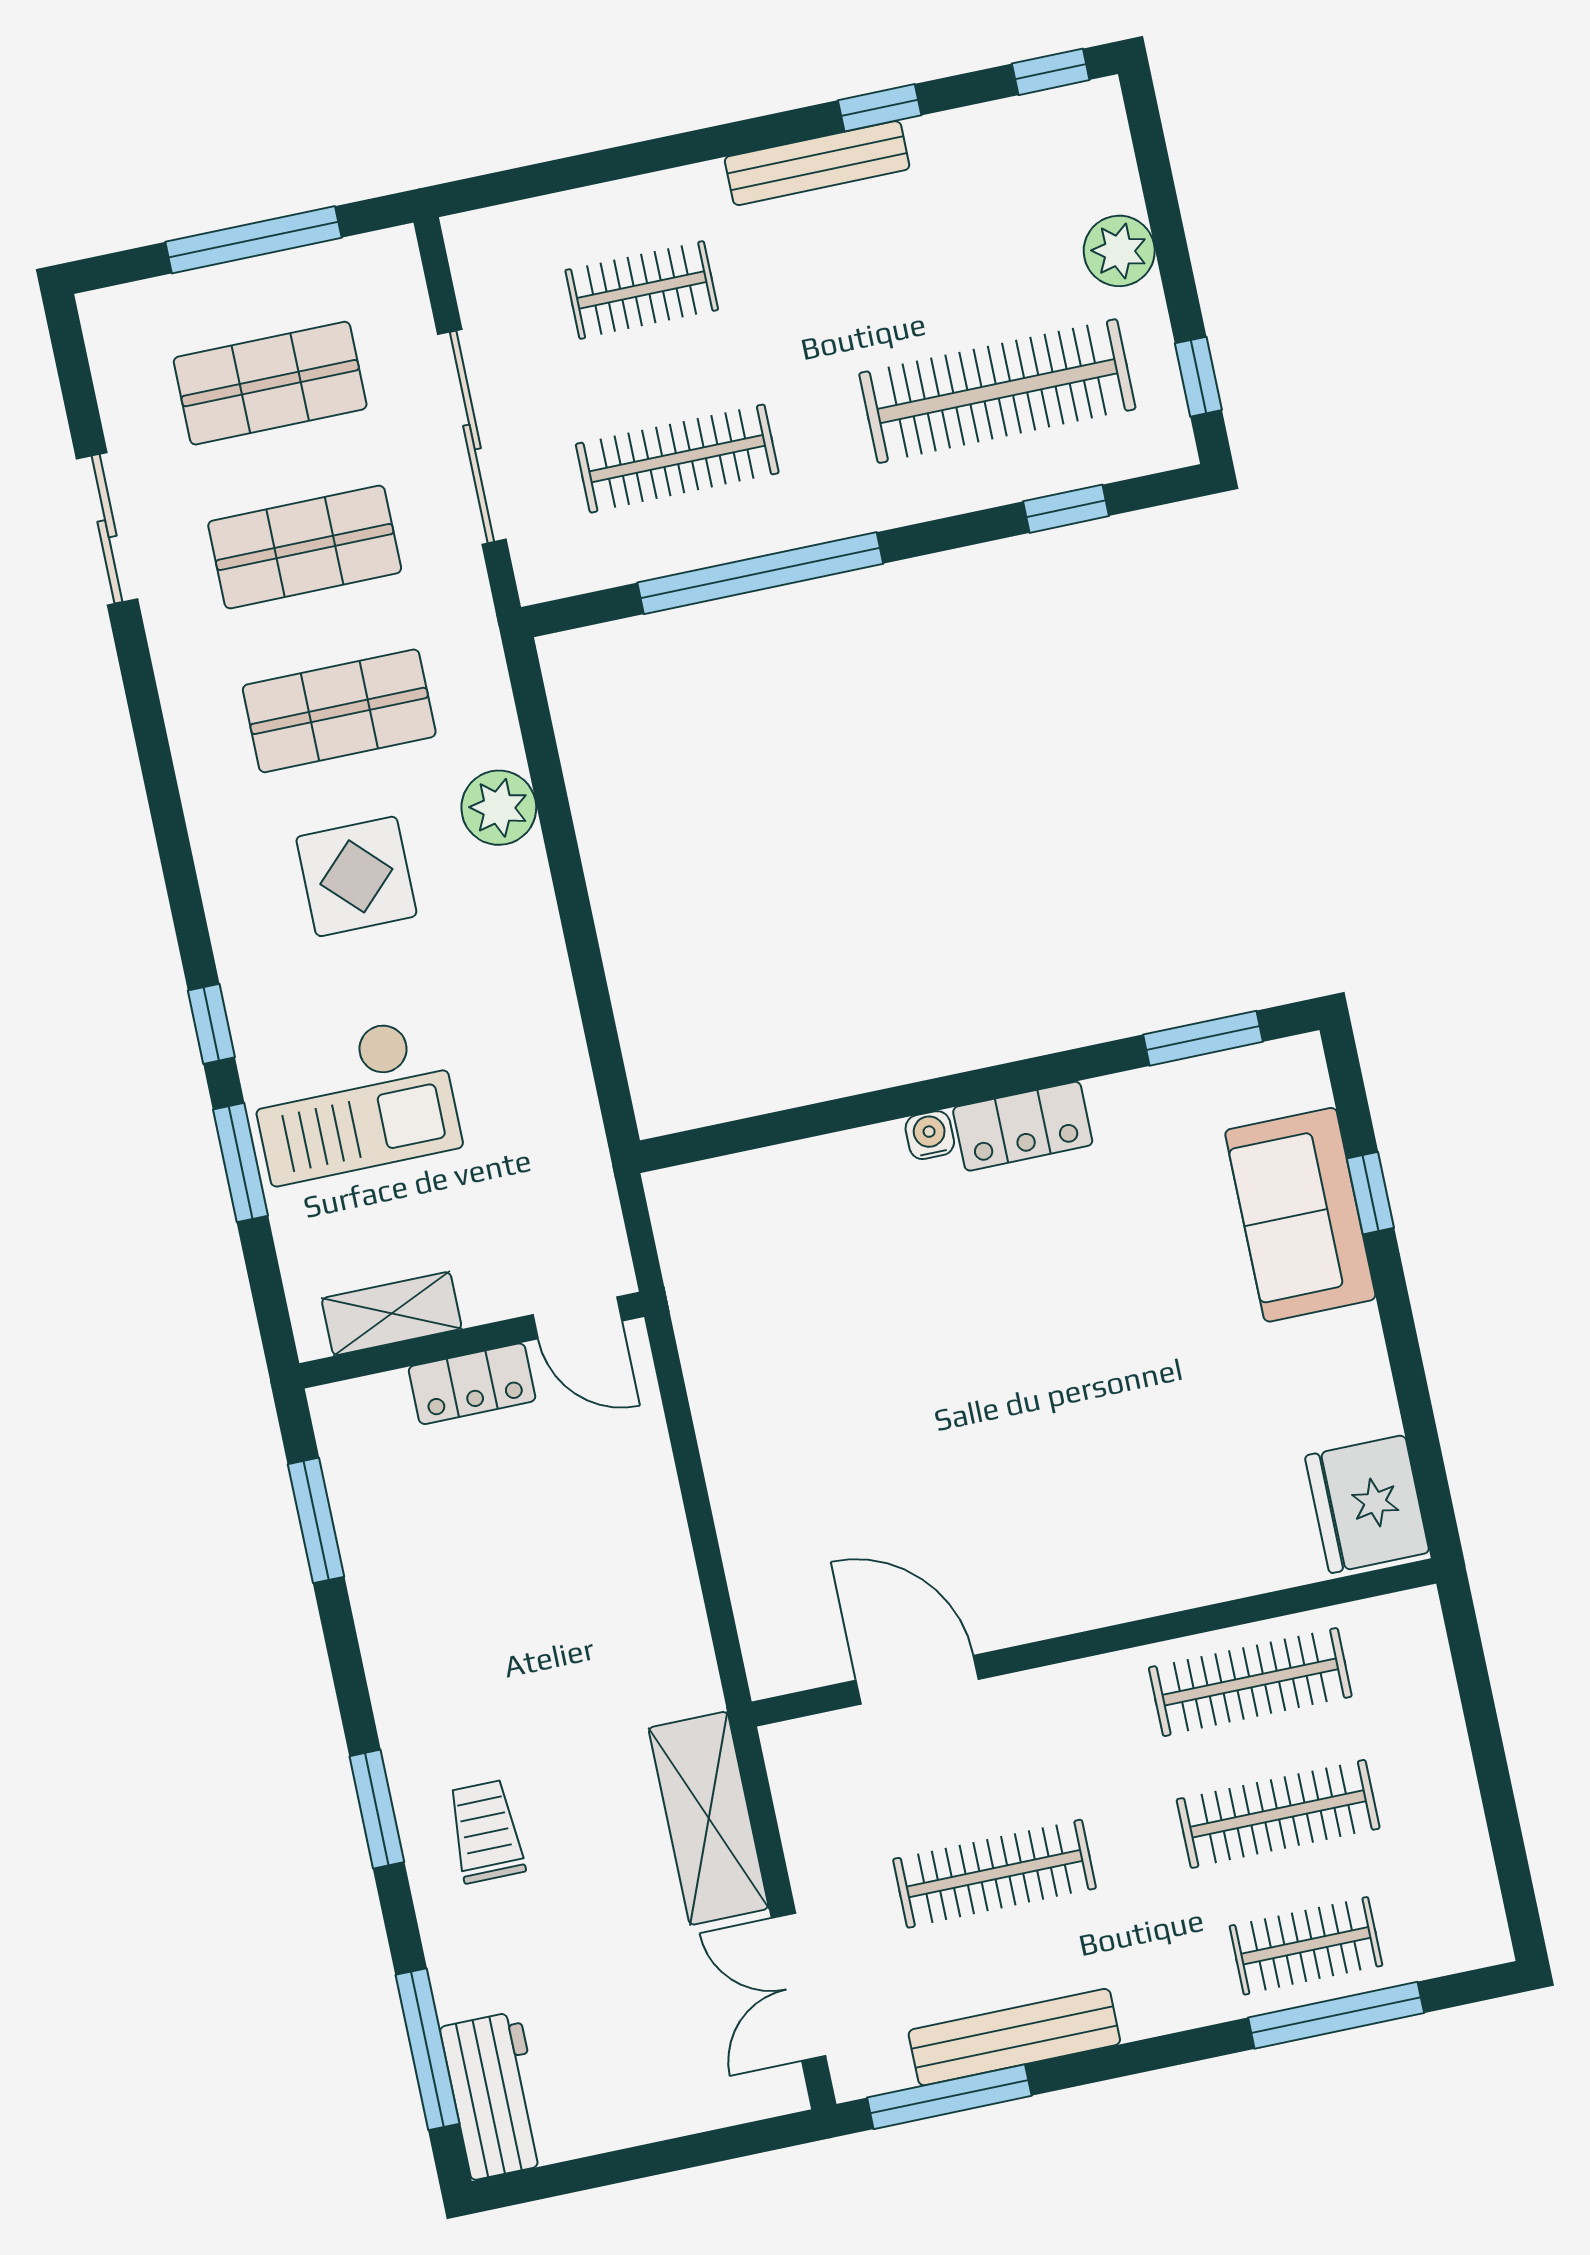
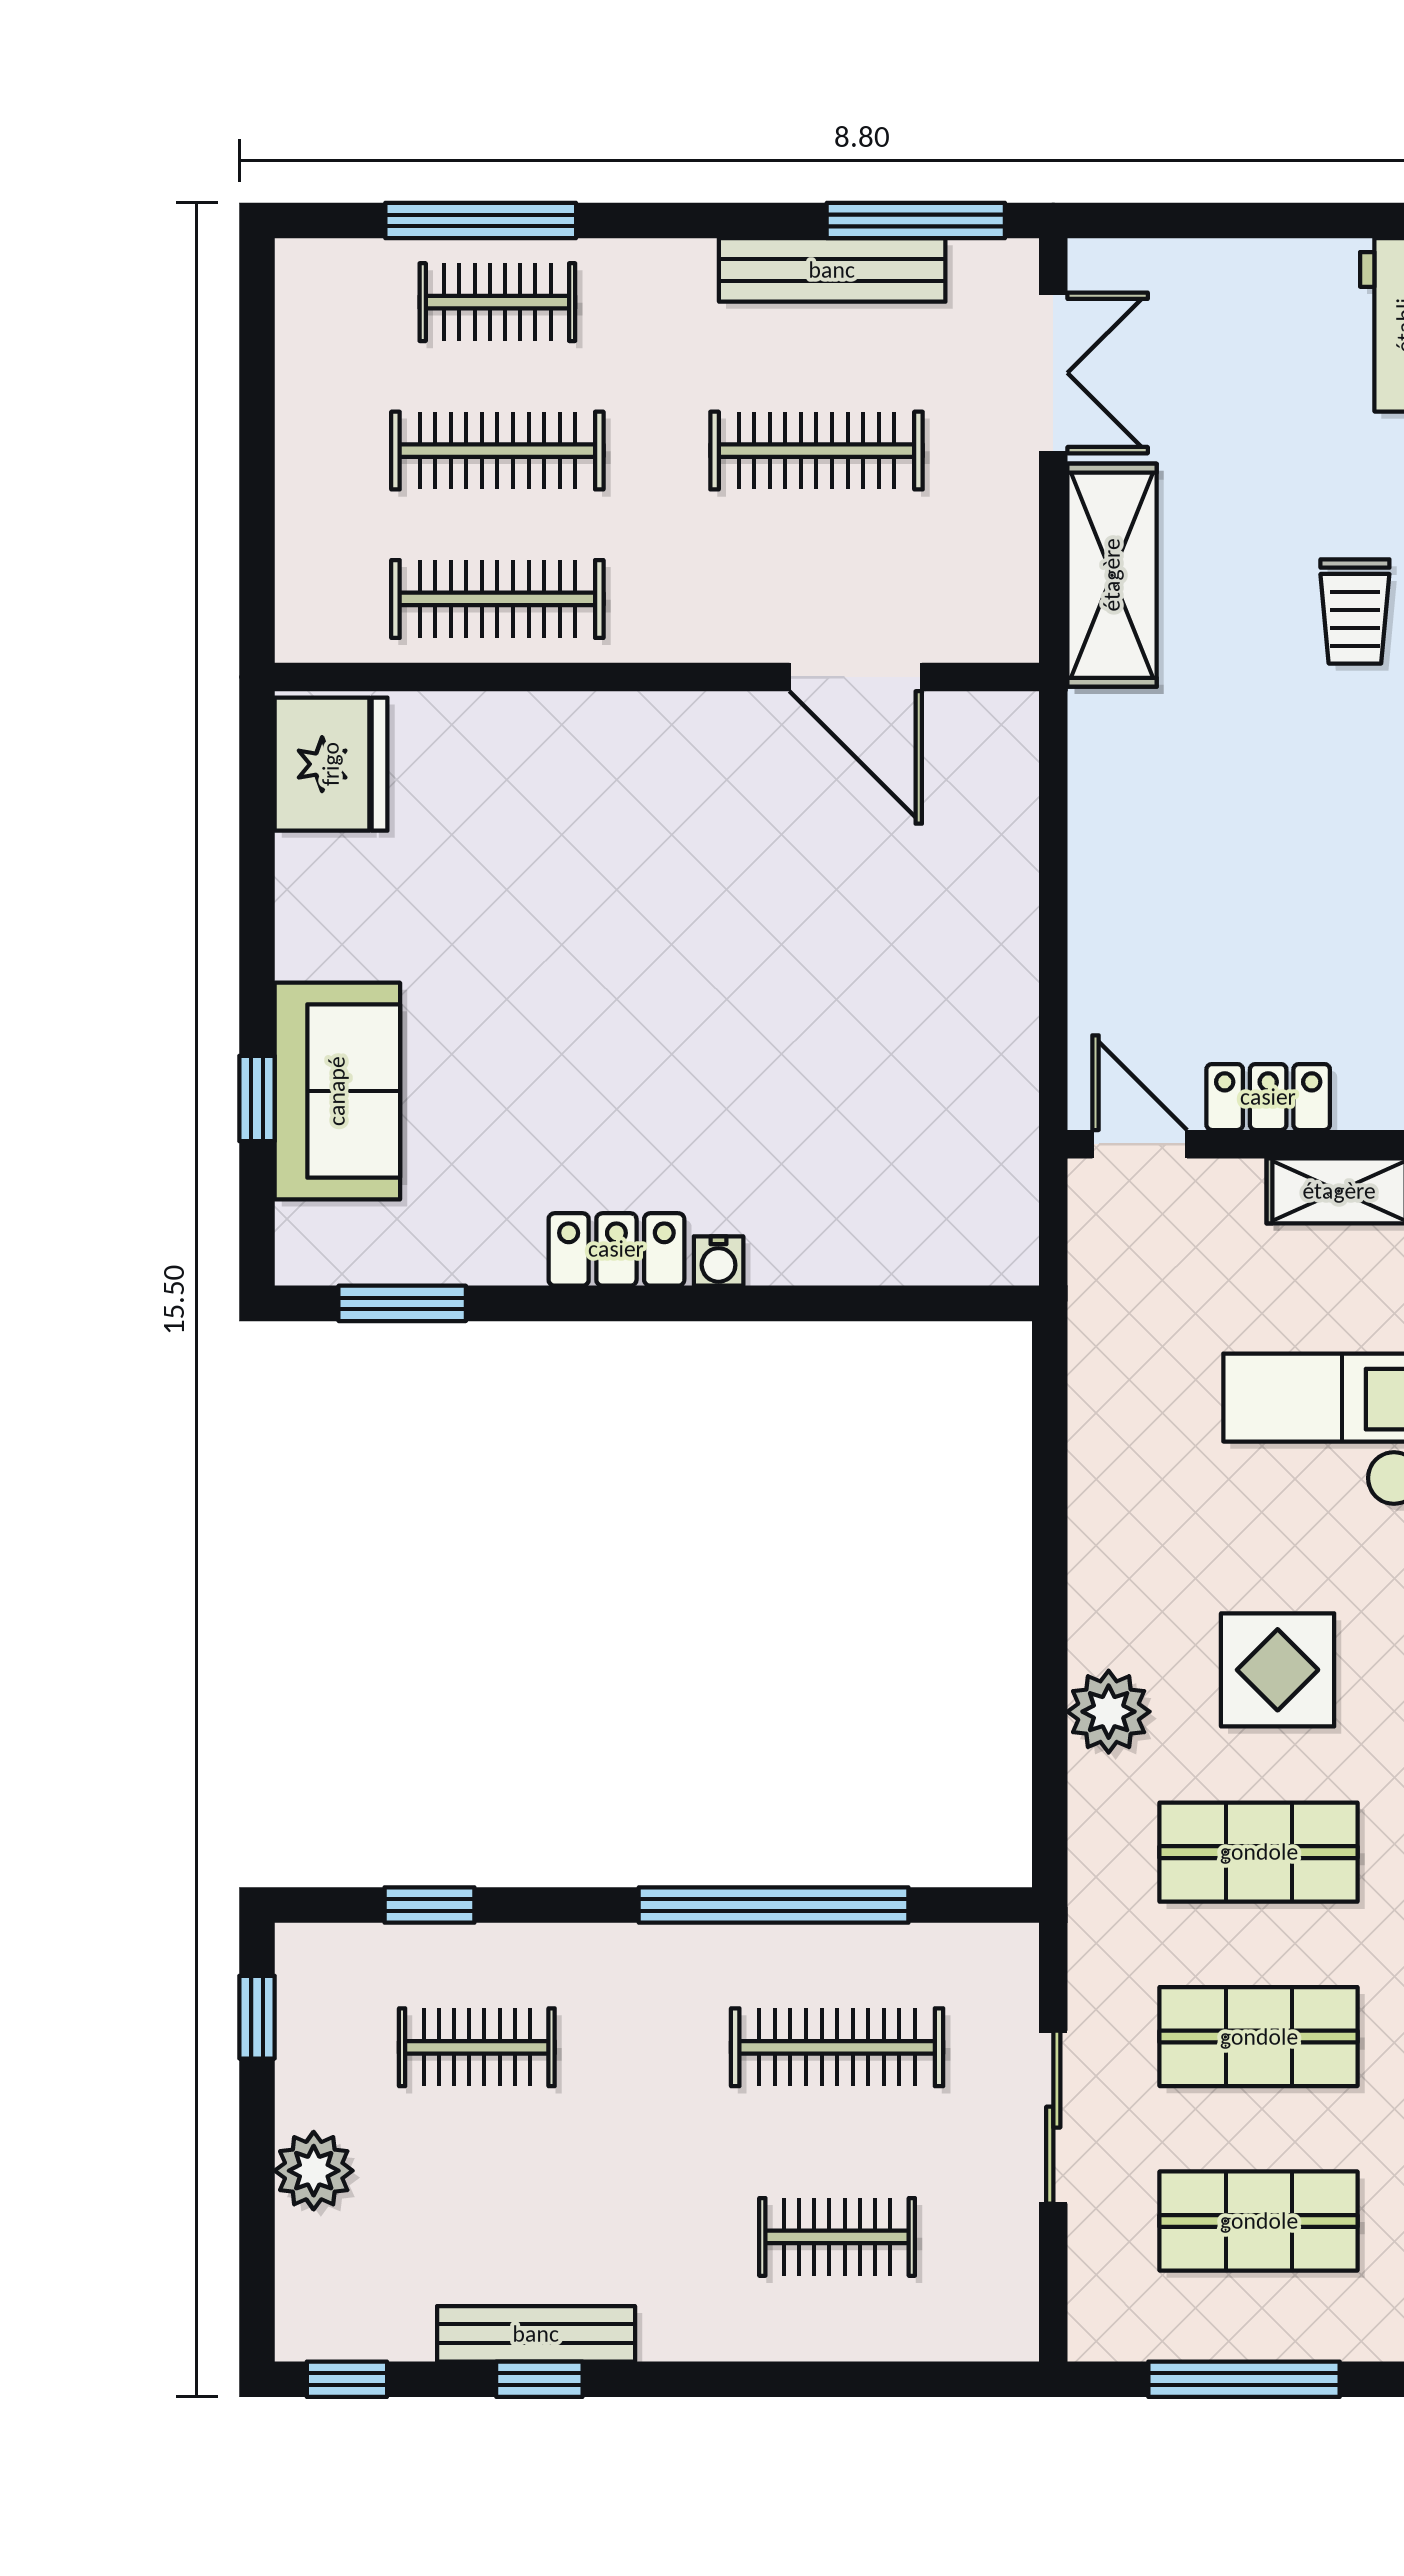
bench: (817, 163) -> (536, 2334), moved
clothes rail: (997, 391) -> (477, 2047), width x0.54, depth x0.76
sliding door: (472, 437) -> (1053, 2117), width x0.73

